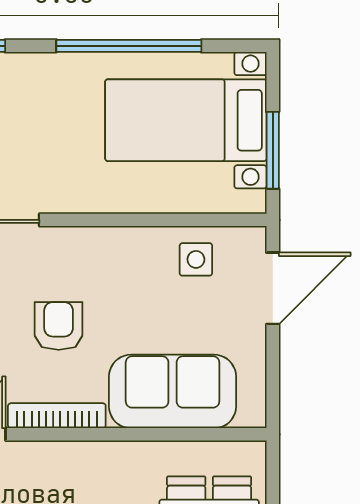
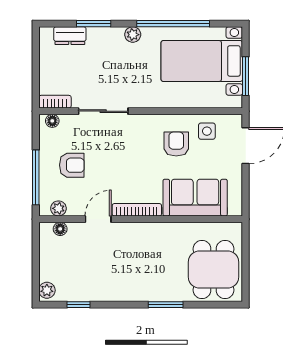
plant: (49, 68) -> (133, 35), added
armchair: (59, 326) -> (176, 144), moved

